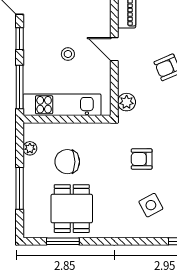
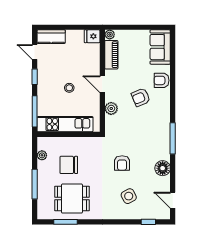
plant: (127, 102) -> (111, 108), moved
armchair: (142, 159) -> (122, 163), turned -90
dining table: (72, 209) -> (72, 199), turned 90

